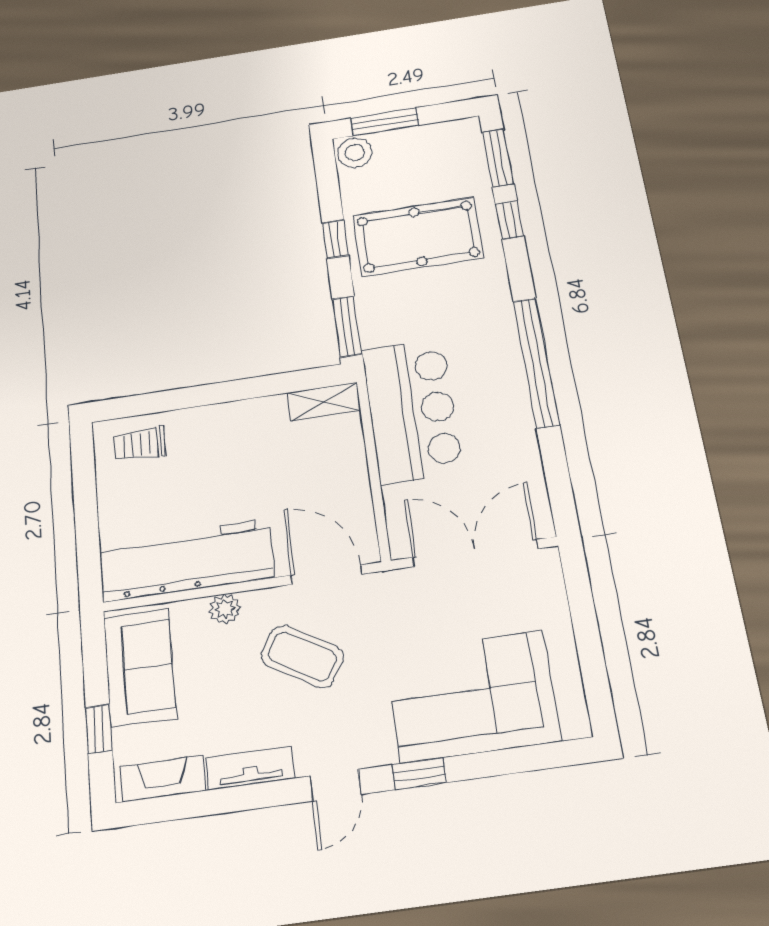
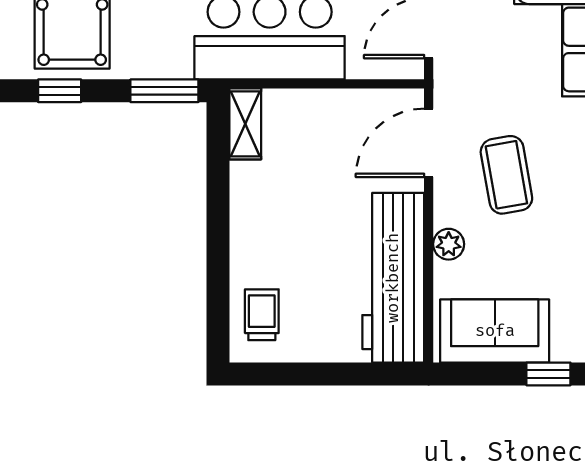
trolley: (140, 444) -> (262, 315), turned 180
coffee table: (302, 657) -> (506, 175), turned -41

